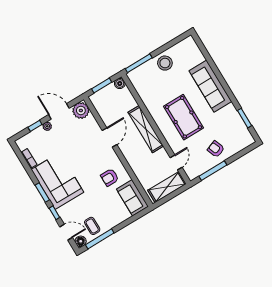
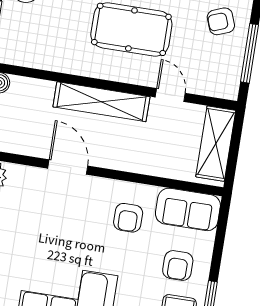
door: (176, 162) -> (170, 95), moved
armchair: (107, 212) -> (178, 265), added

